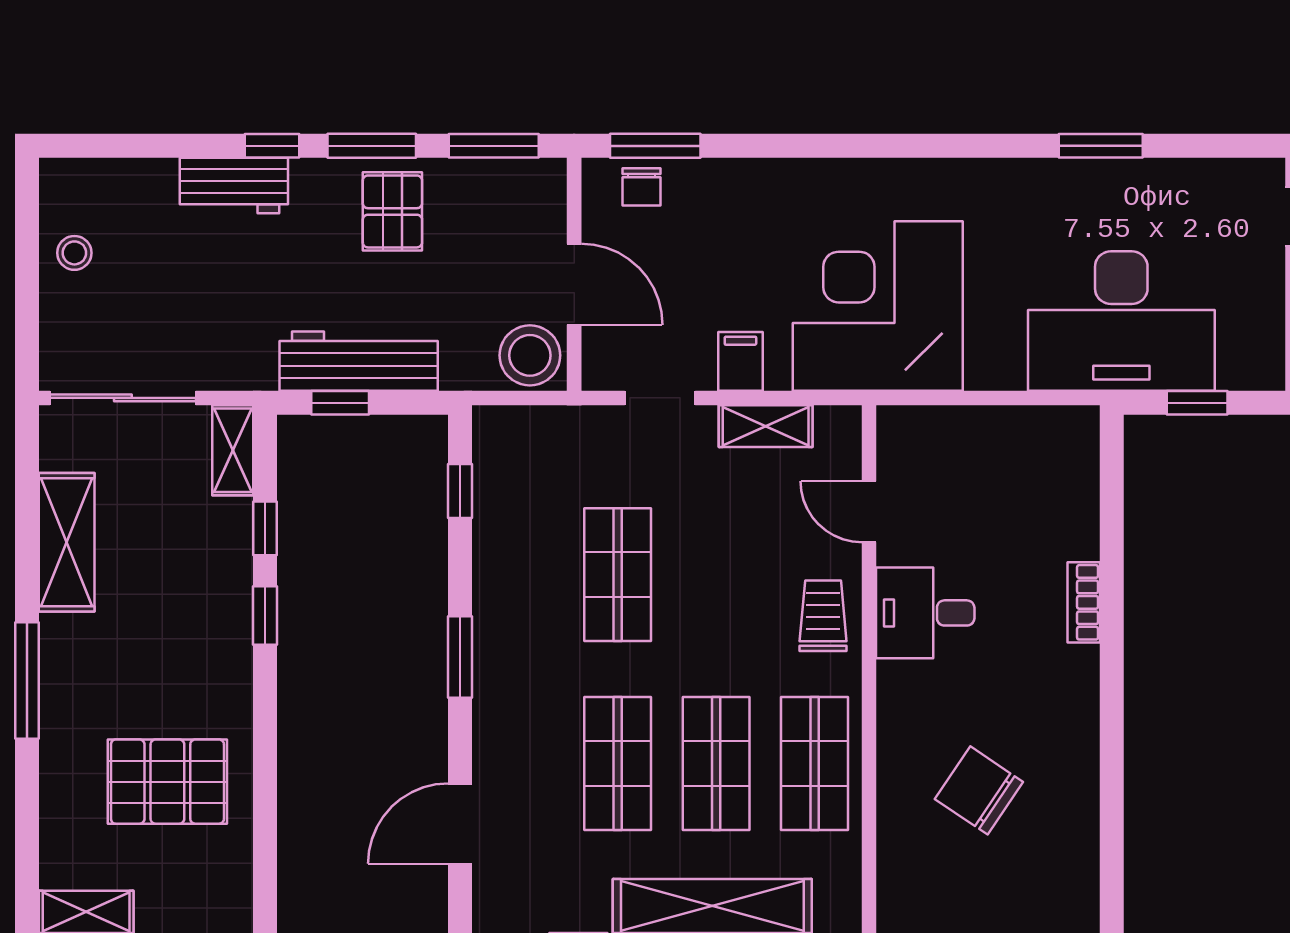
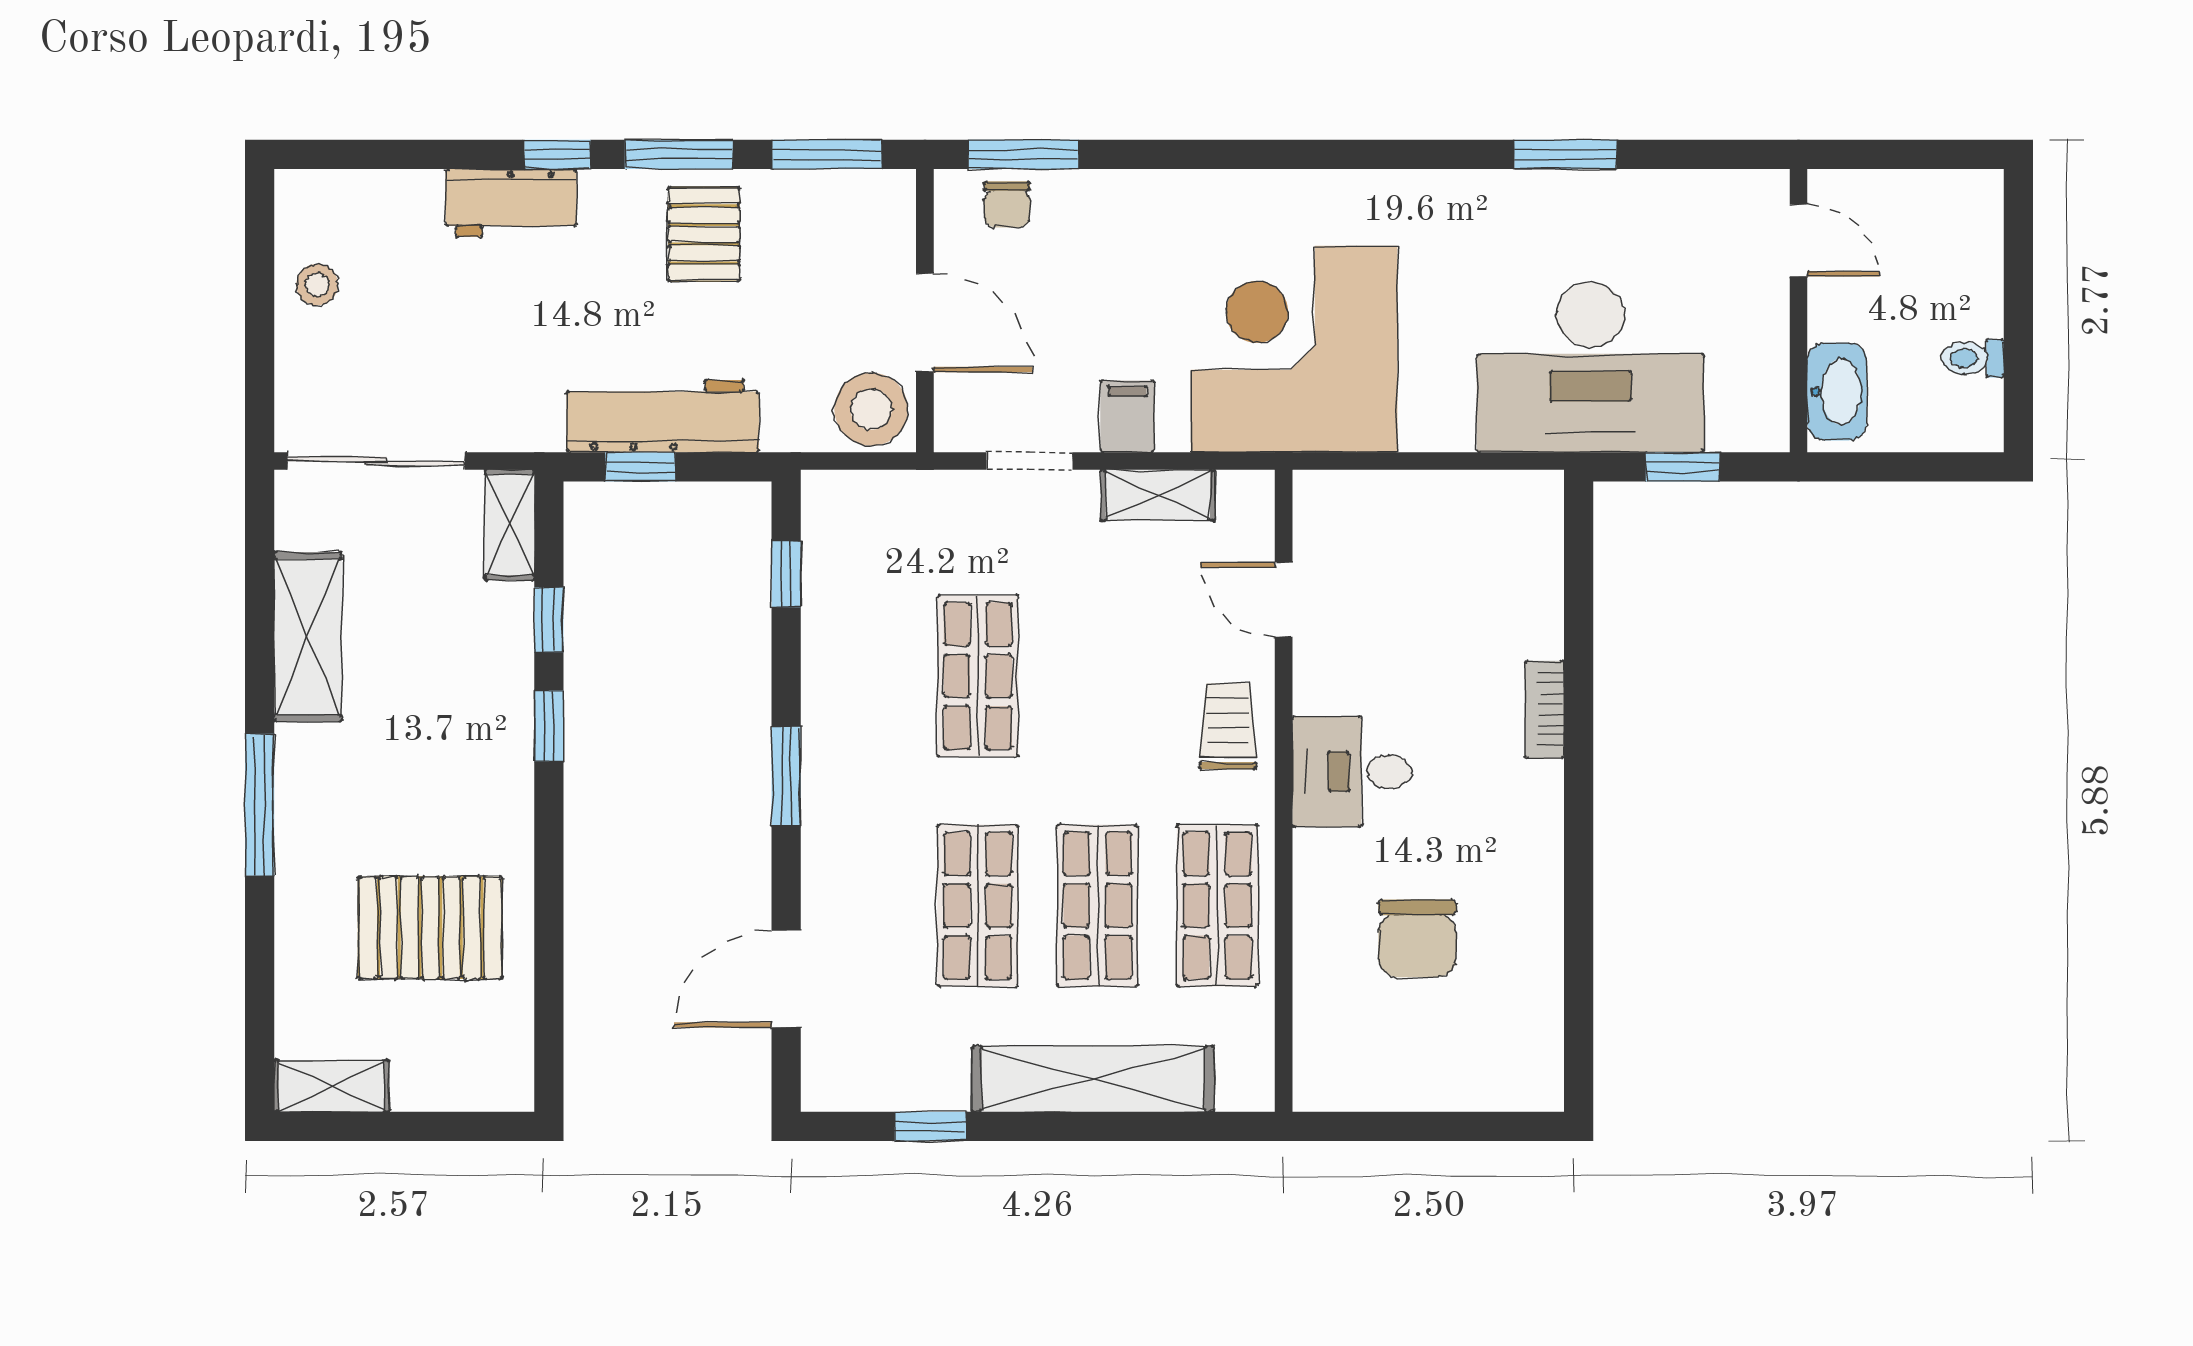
desk: (925, 613) -> (1352, 772), moved
chair: (979, 790) -> (1417, 938), turned -124

